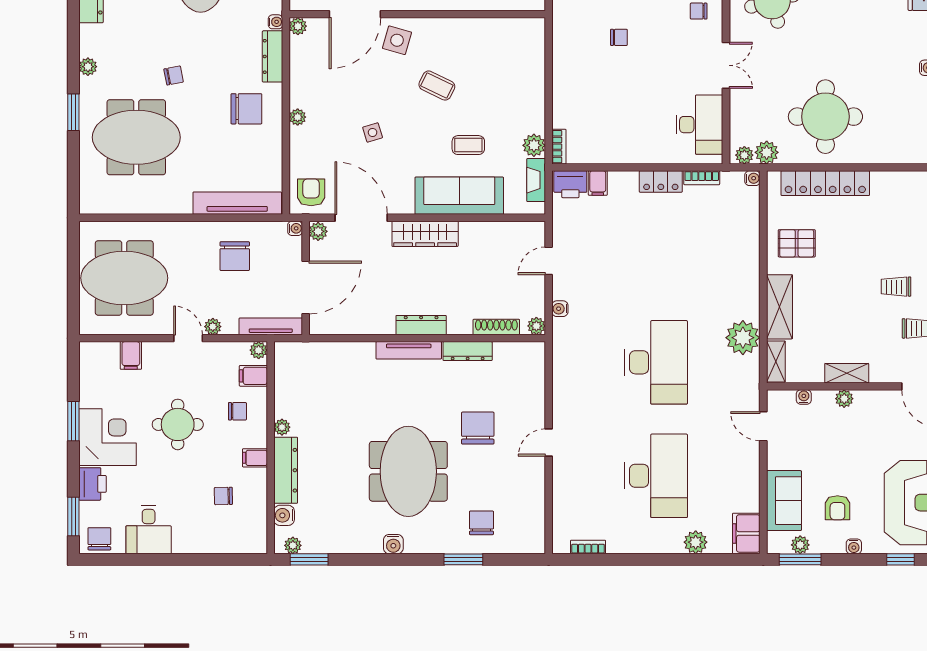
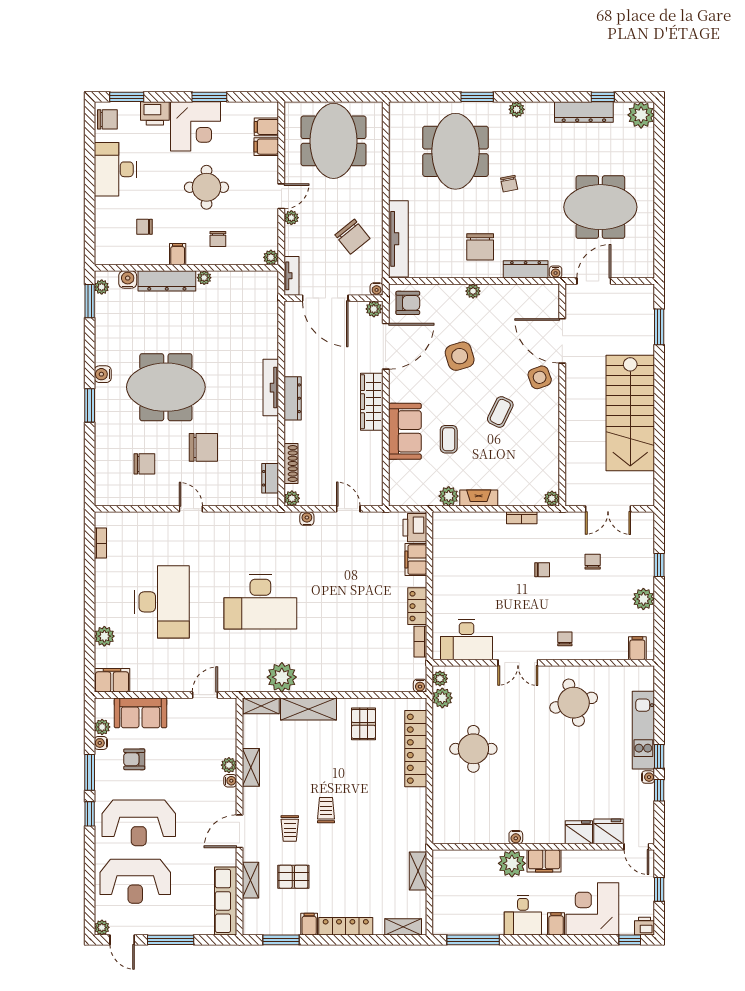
plant: (298, 26) -> (552, 498), moved
chair: (619, 37) -> (542, 570), turned -90
side table: (397, 40) -> (540, 377), turned -37
round table: (825, 117) -> (473, 749), width x0.73, depth x0.73
side table: (373, 132) -> (460, 356), width x1.87, depth x1.87
bookcase: (559, 147) -> (522, 518), moved
fireplace: (536, 180) -> (479, 498), moved
filing cabinet: (598, 183) -> (416, 560), width x2.00
sofa: (459, 196) -> (405, 431), width x0.73
chair: (235, 256) -> (352, 237), turned -129
tv unit: (271, 326) -> (292, 276), width x0.71
dresser: (468, 351) -> (270, 478), moved, width x0.70
filing cabinet: (253, 376) -> (266, 127), moved, turned -90
water cooler: (804, 397) -> (230, 781), moved
desk: (656, 476) -> (162, 602), turned -90
chair: (223, 496) -> (145, 227), turned -89
chair: (481, 523) -> (144, 464), moved
desk: (149, 530) -> (115, 169), width x1.37
water cooler: (854, 546) -> (101, 743), moved
window: (463, 559) -> (90, 405), moved
window: (800, 559) -> (90, 772), moved

